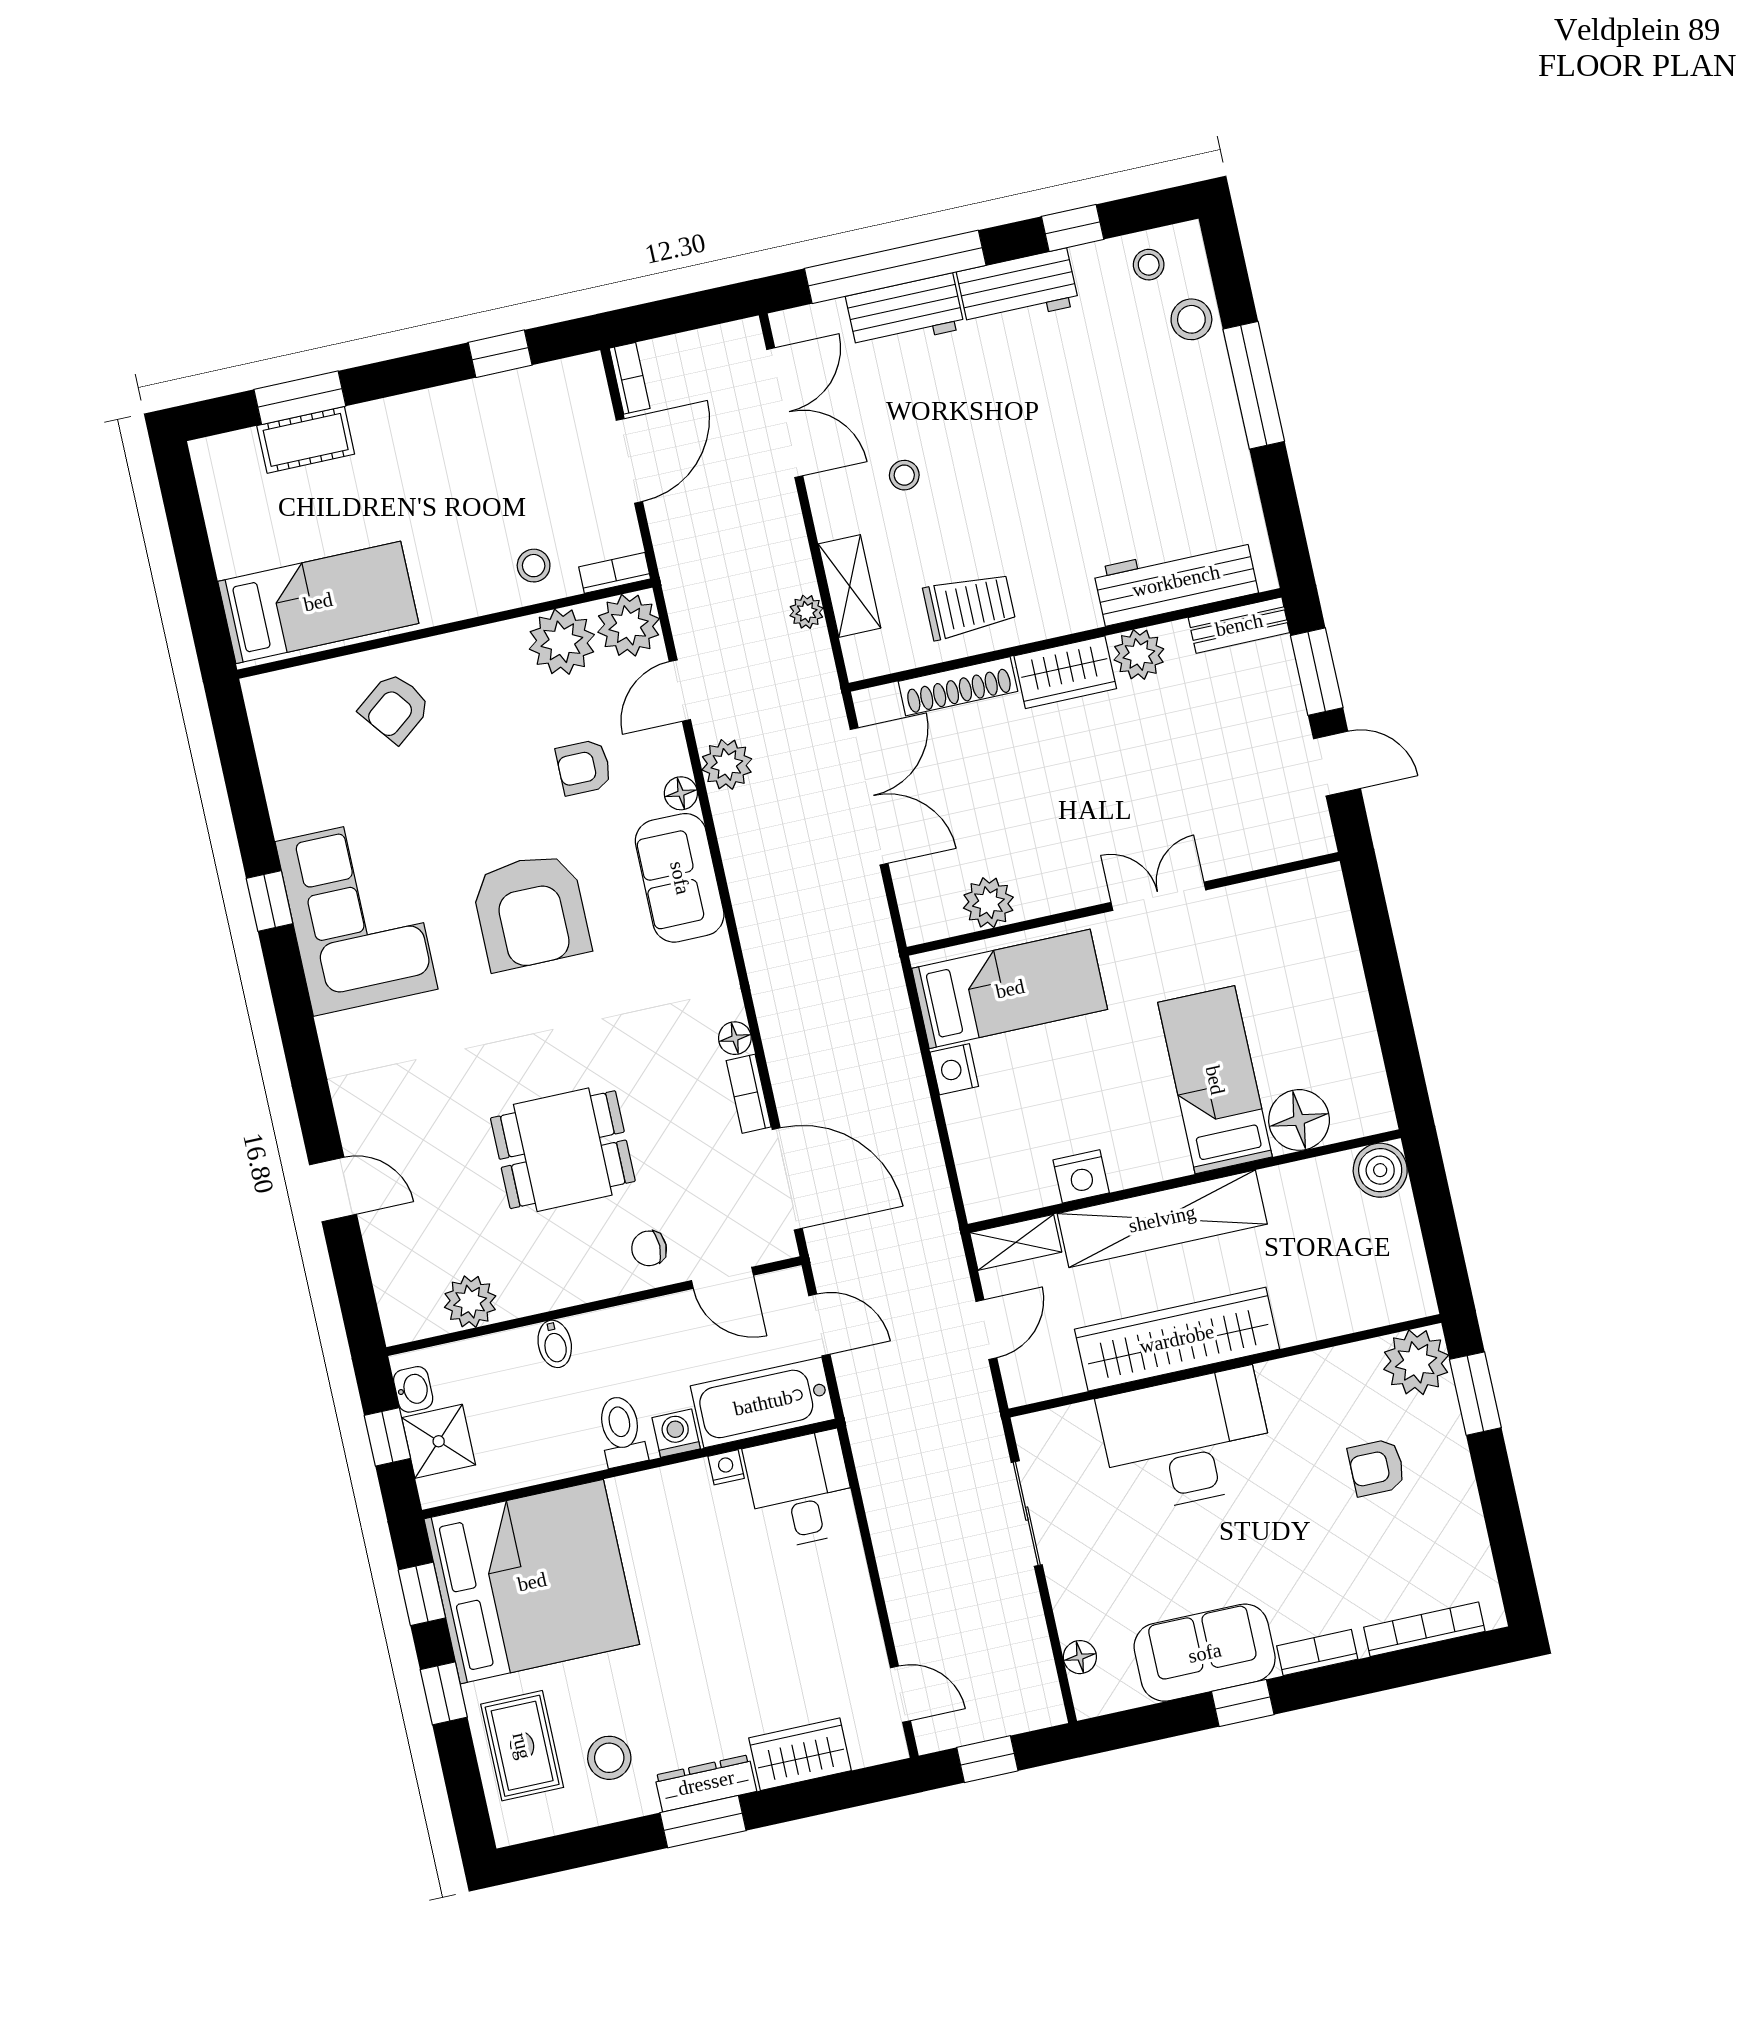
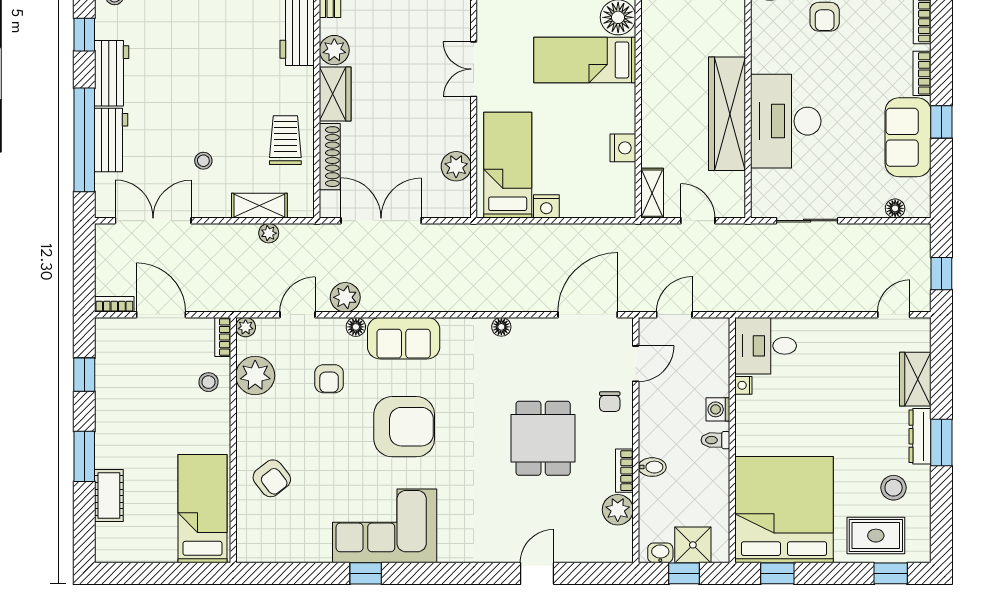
window: (300, 398) -> (84, 456), moved
plant: (629, 625) -> (246, 327), width x0.53, depth x0.53
door: (680, 691) -> (298, 315), swing flipped
bookcase: (749, 1094) -> (624, 471), moved, turned 90
shelving: (1162, 1219) -> (657, 107), removed
bathtub: (763, 1403) -> (711, 356), removed
toilet: (621, 1431) -> (715, 440), width x0.73, depth x0.72
window: (444, 1693) -> (891, 573), moved

